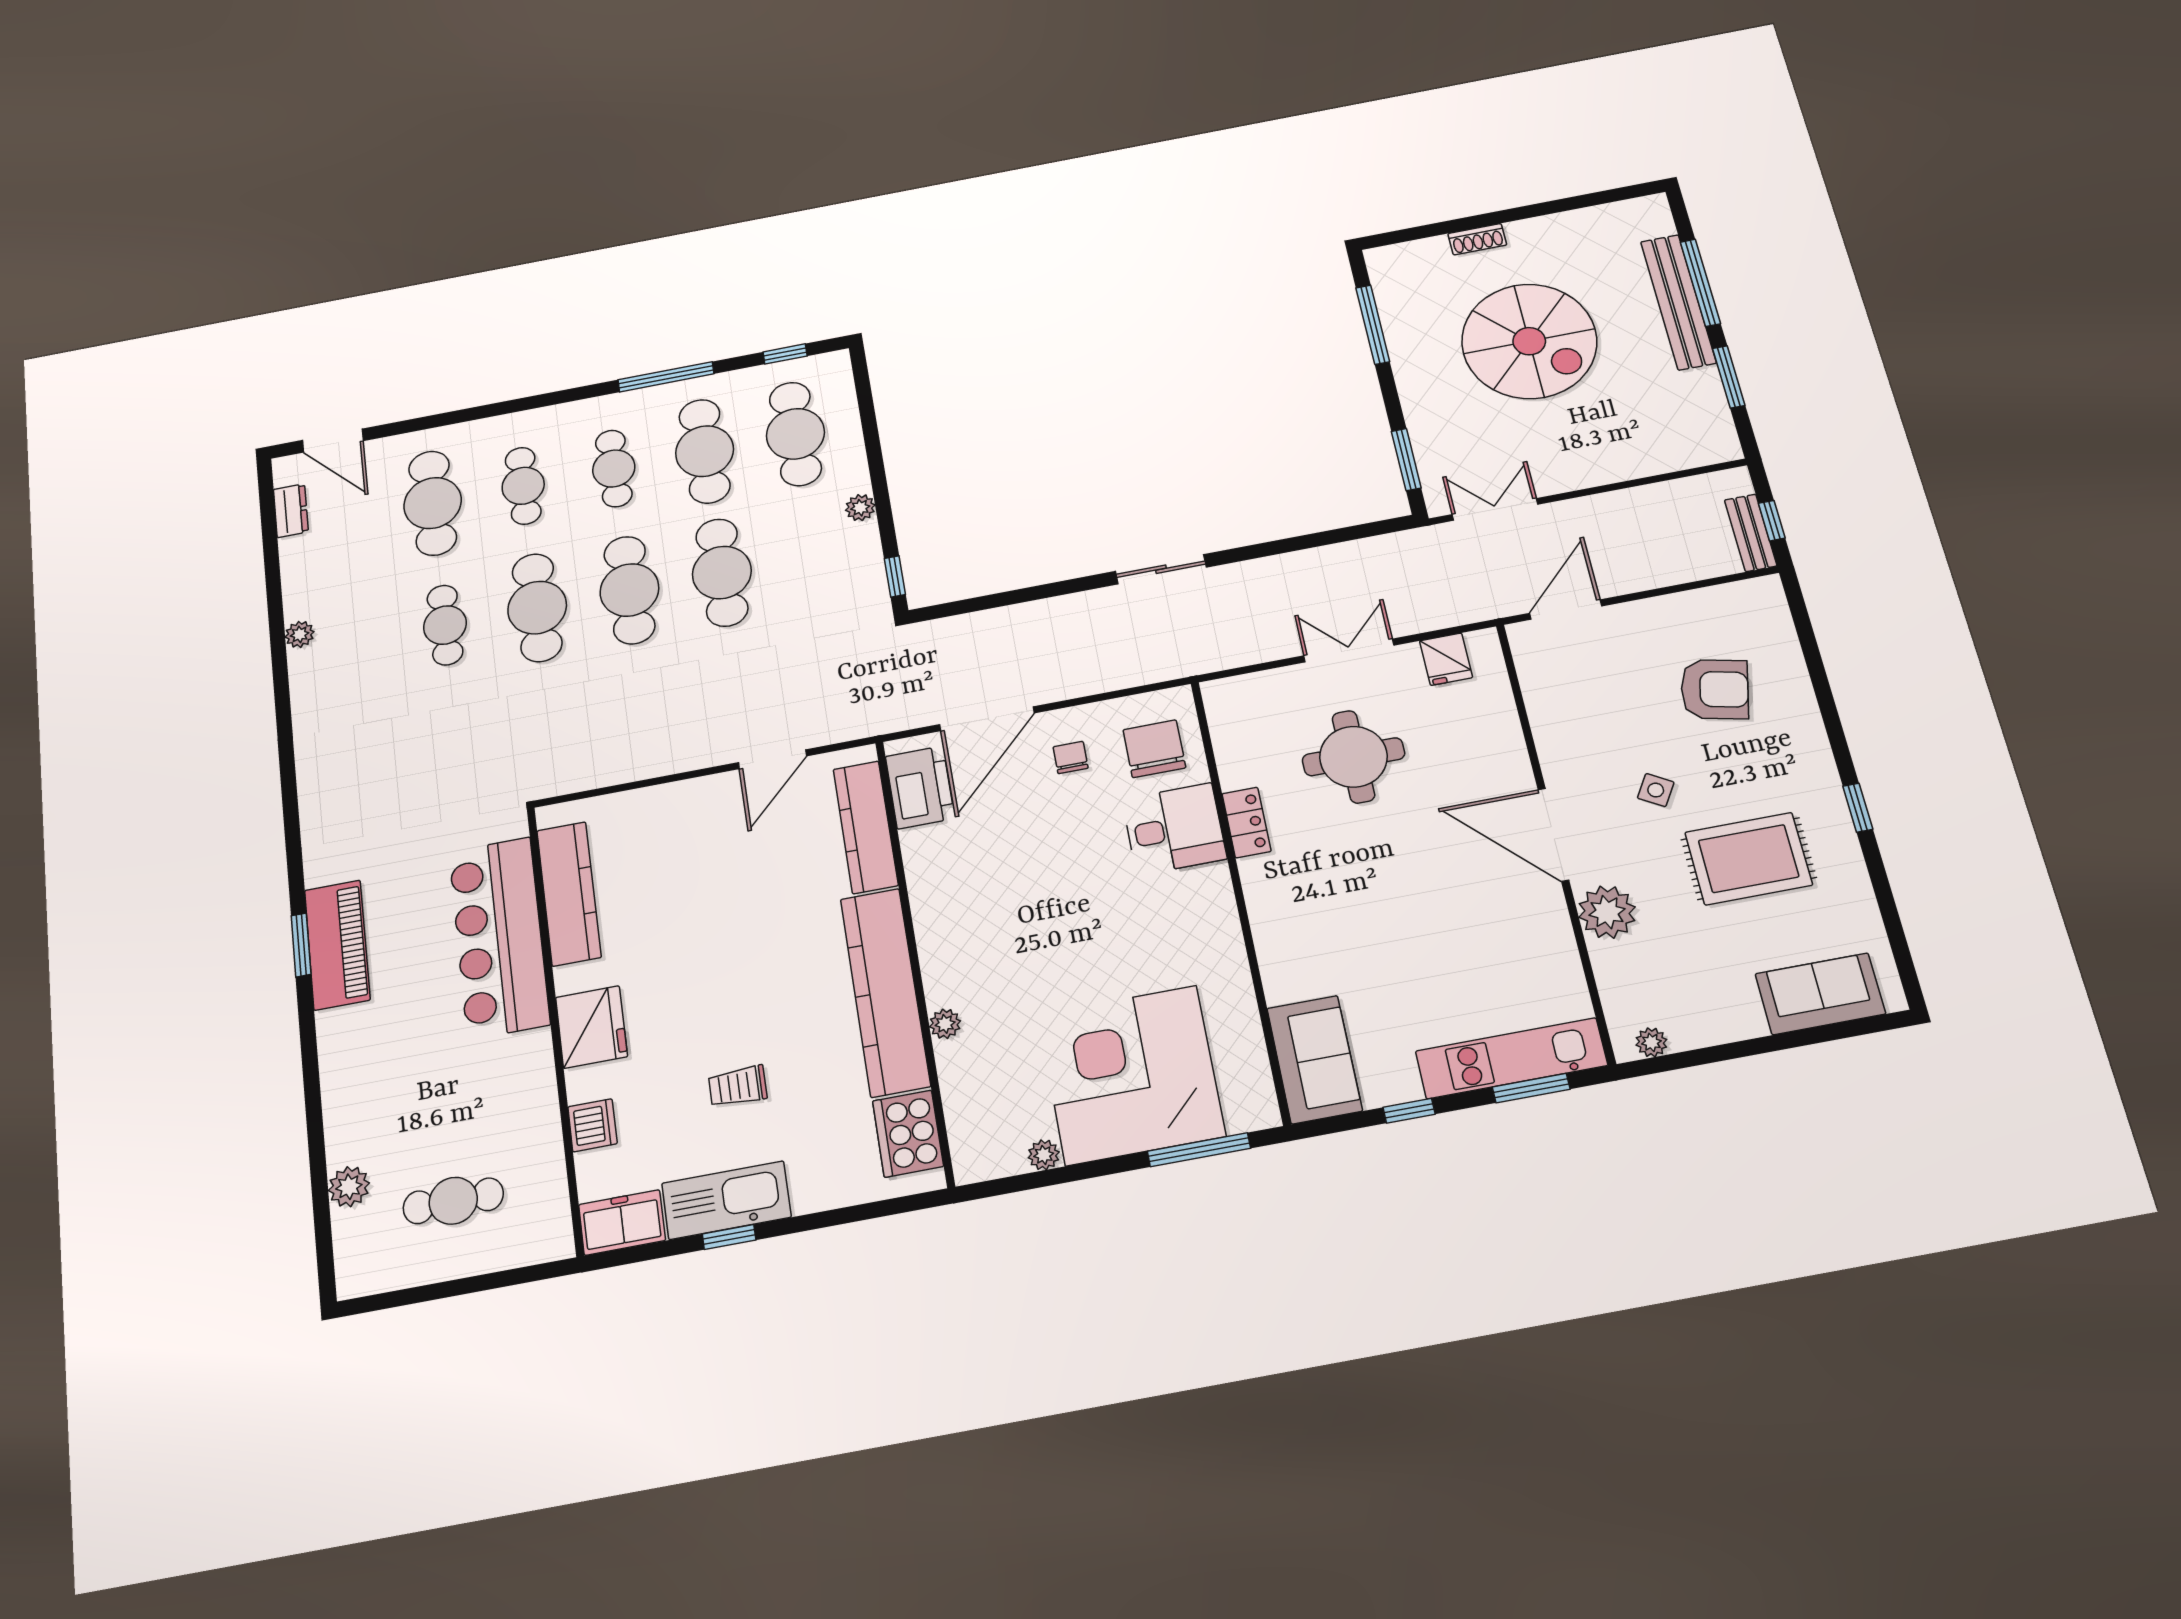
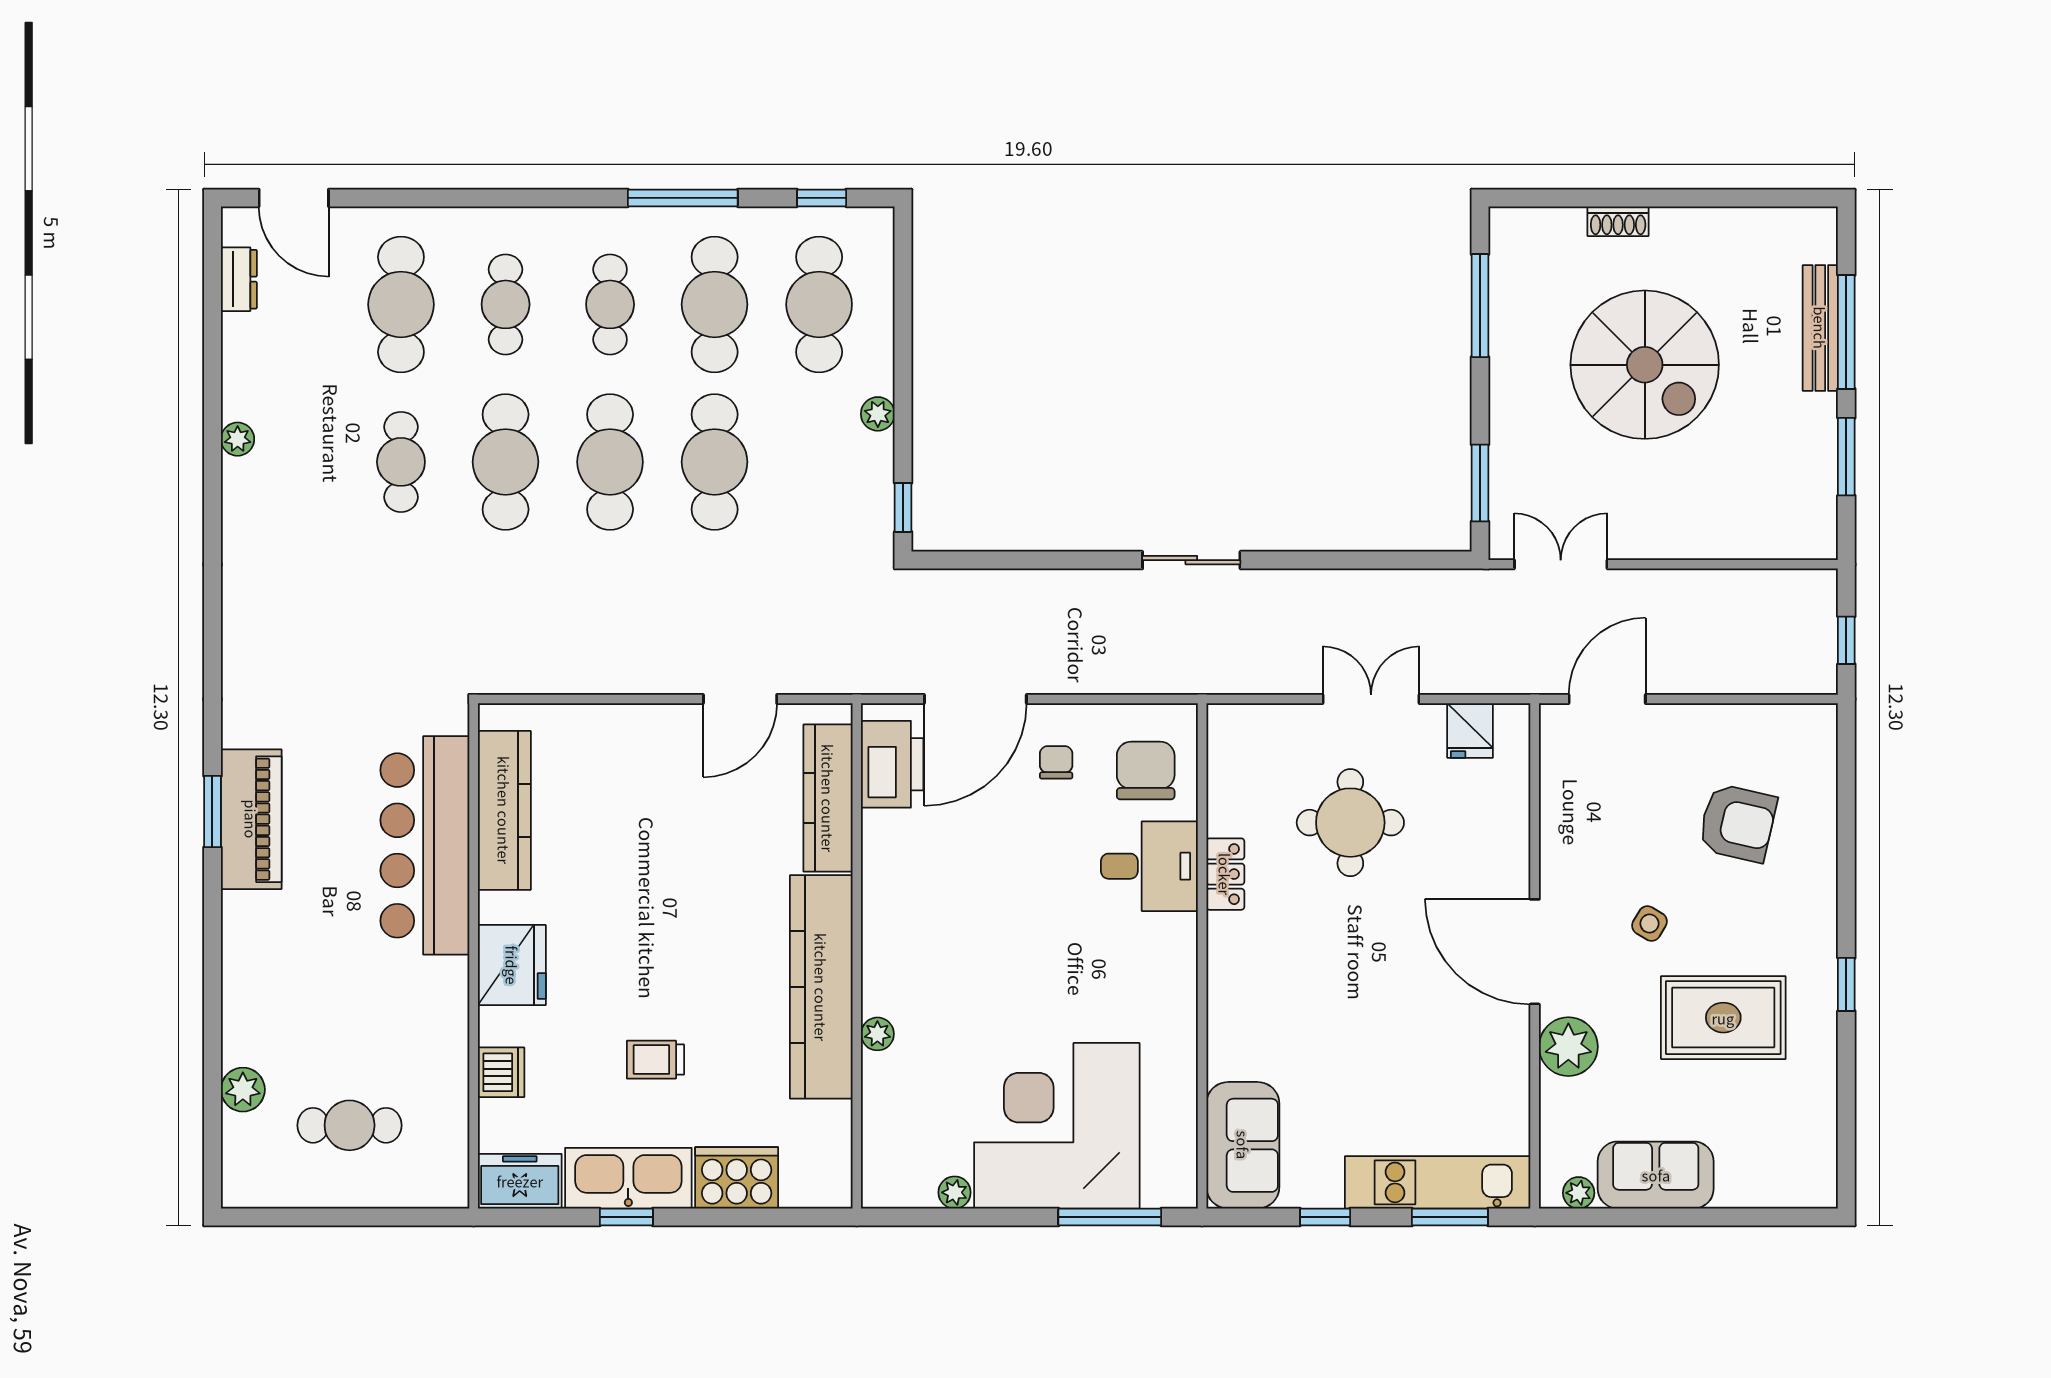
bench: (1678, 302) -> (1820, 328), width x0.73, depth x0.82
bench: (1751, 533) -> (1821, 650), removed
sofa: (1820, 994) -> (1656, 1175), moved
cooker: (908, 1134) -> (737, 1178), moved, turned 90

